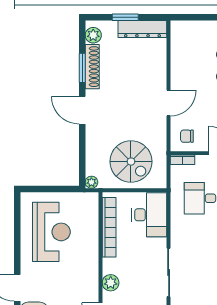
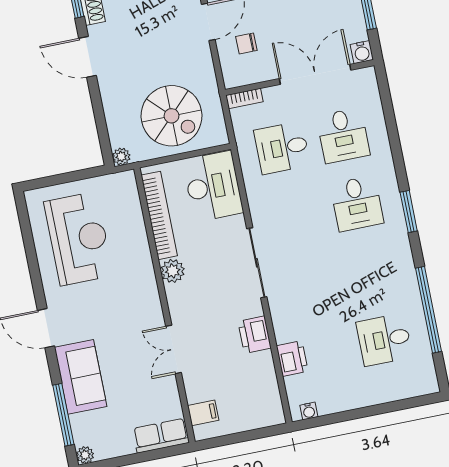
chair: (187, 136) -> (246, 44), moved
plant: (111, 283) -> (173, 271), moved

